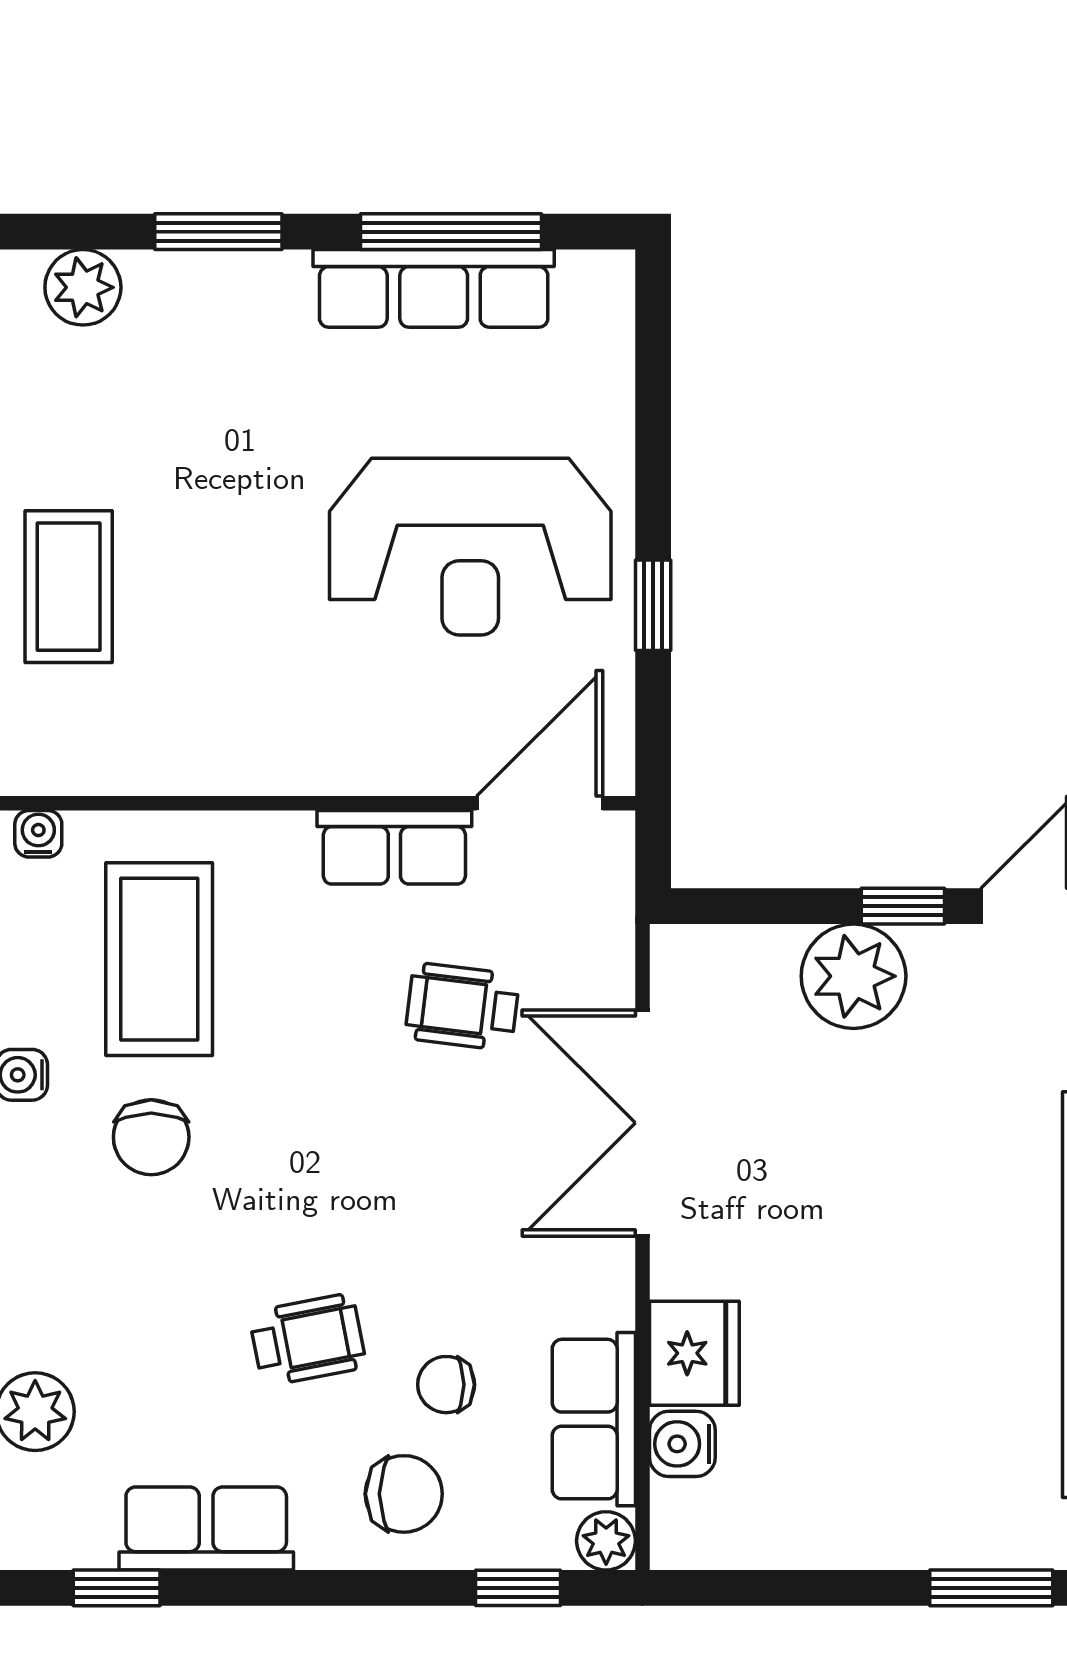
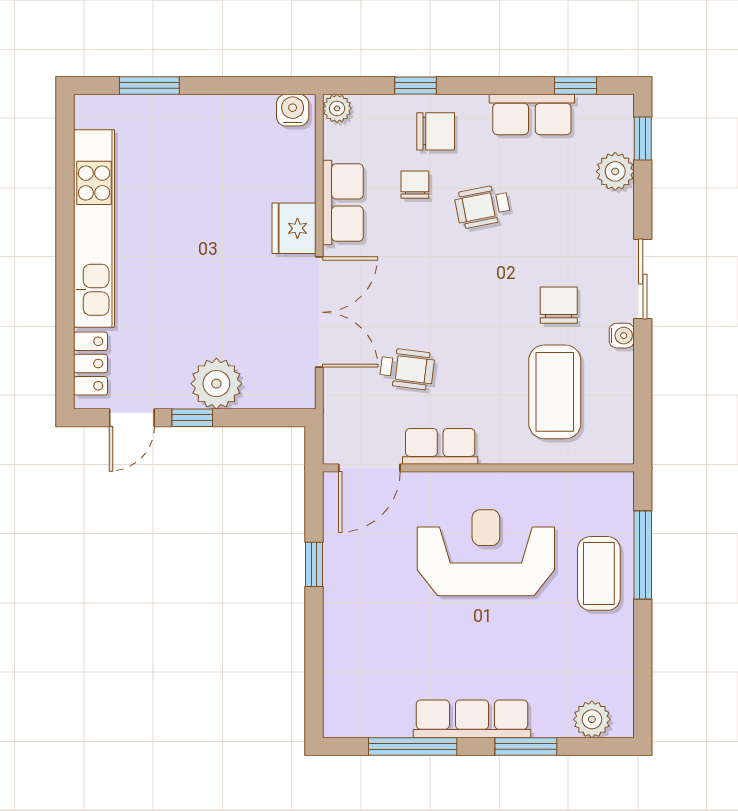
row of seats: (434, 288) -> (472, 719), moved
reception desk: (470, 547) -> (486, 553), moved
water cooler: (38, 834) -> (614, 453), removed
fridge: (694, 1353) -> (294, 228), moved
chair: (446, 1385) -> (415, 185), turned -90
row of seats: (594, 1419) -> (343, 203), moved
water cooler: (682, 1444) -> (293, 110), moved, turned -90
chair: (404, 1494) -> (436, 131), turned 180
window: (518, 1588) -> (415, 86), moved

